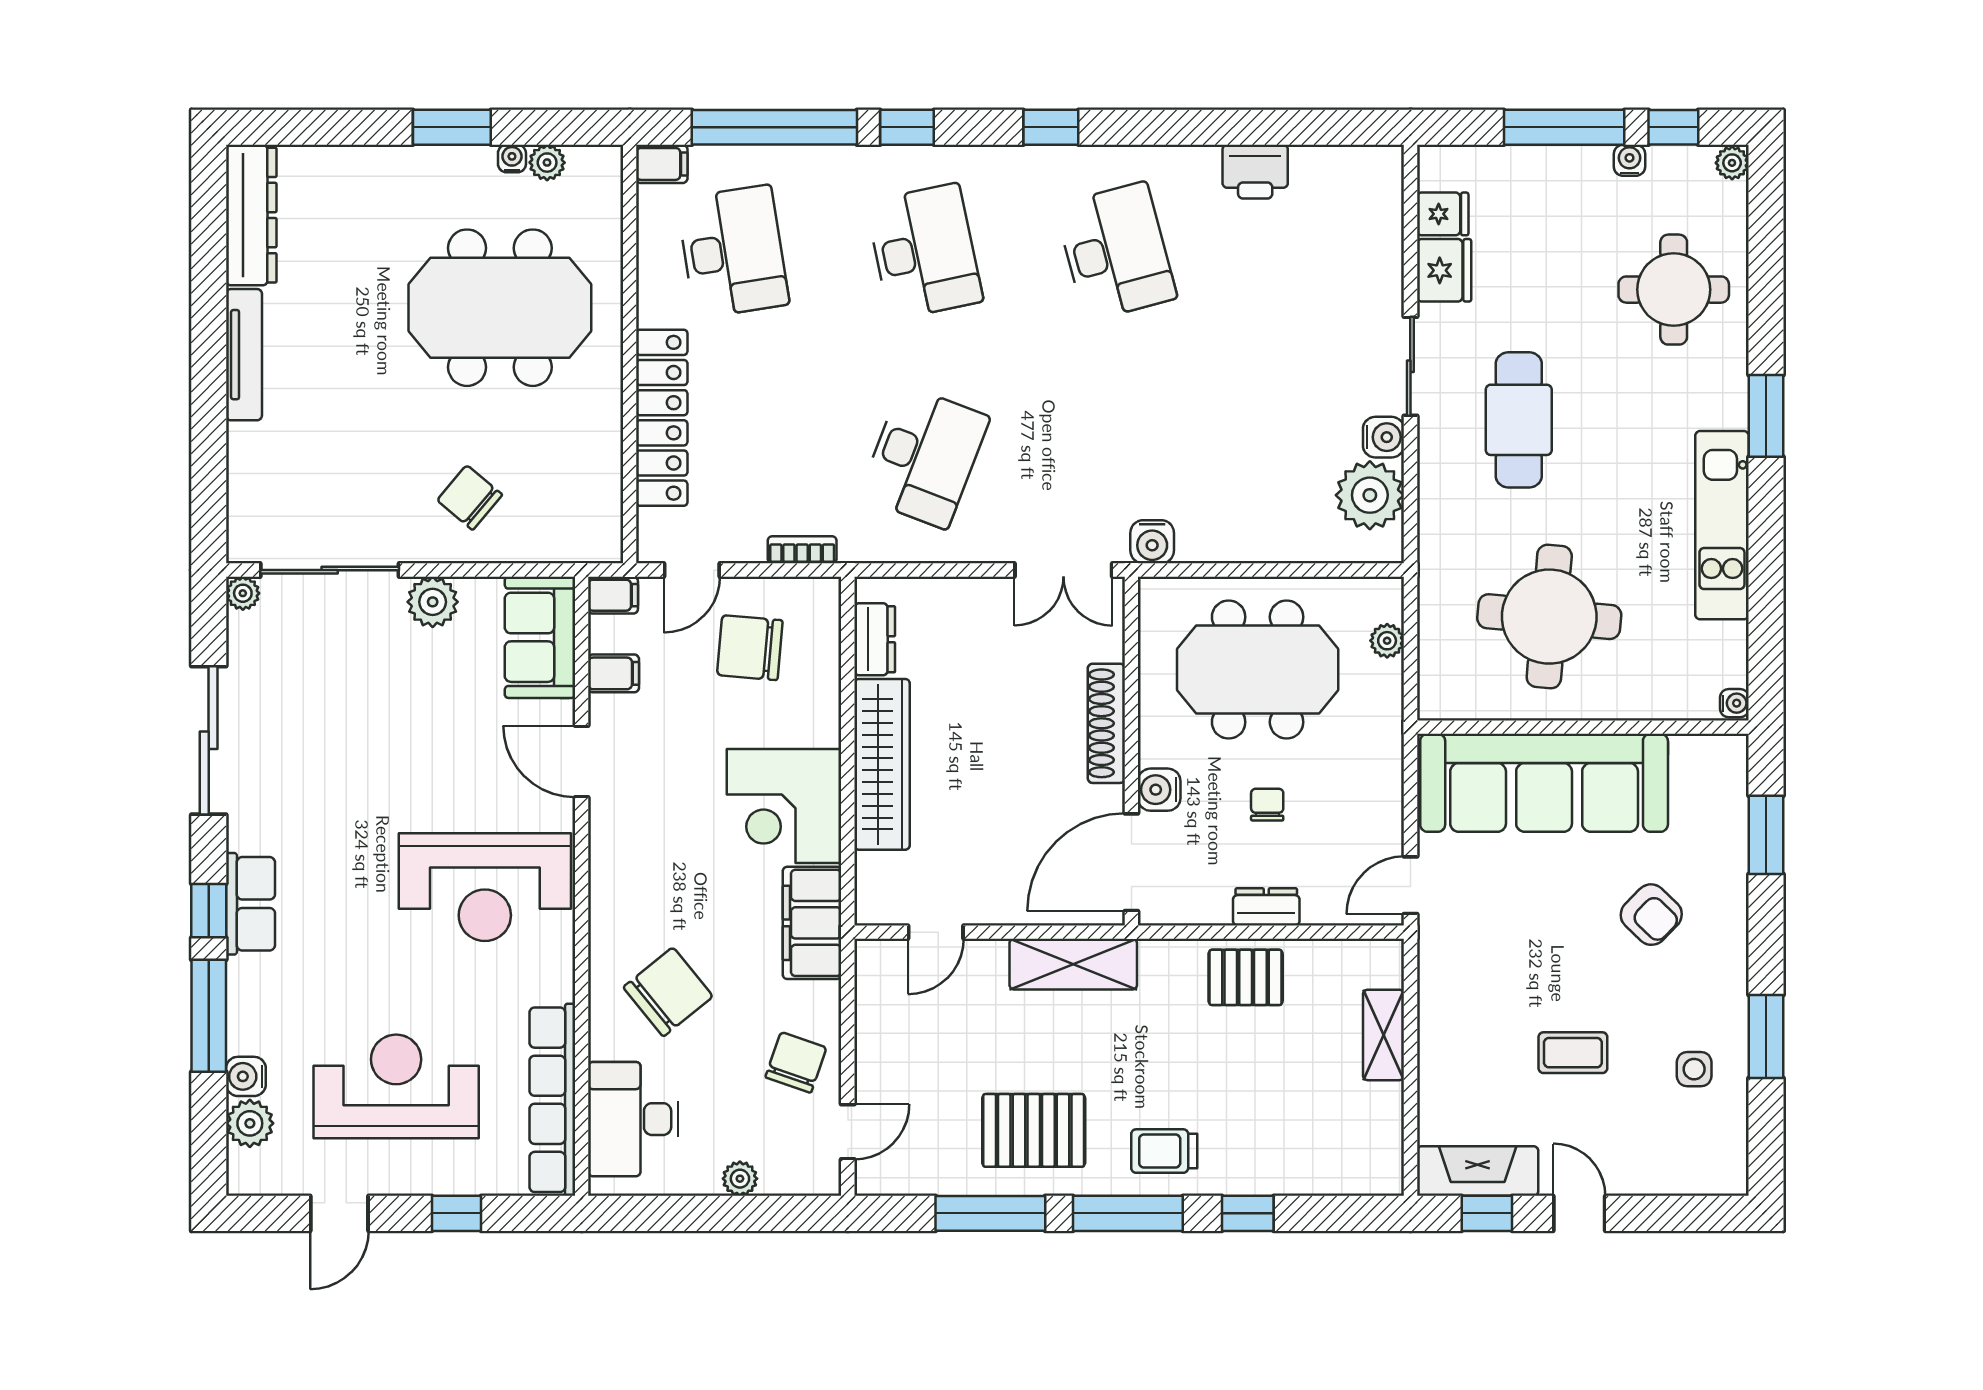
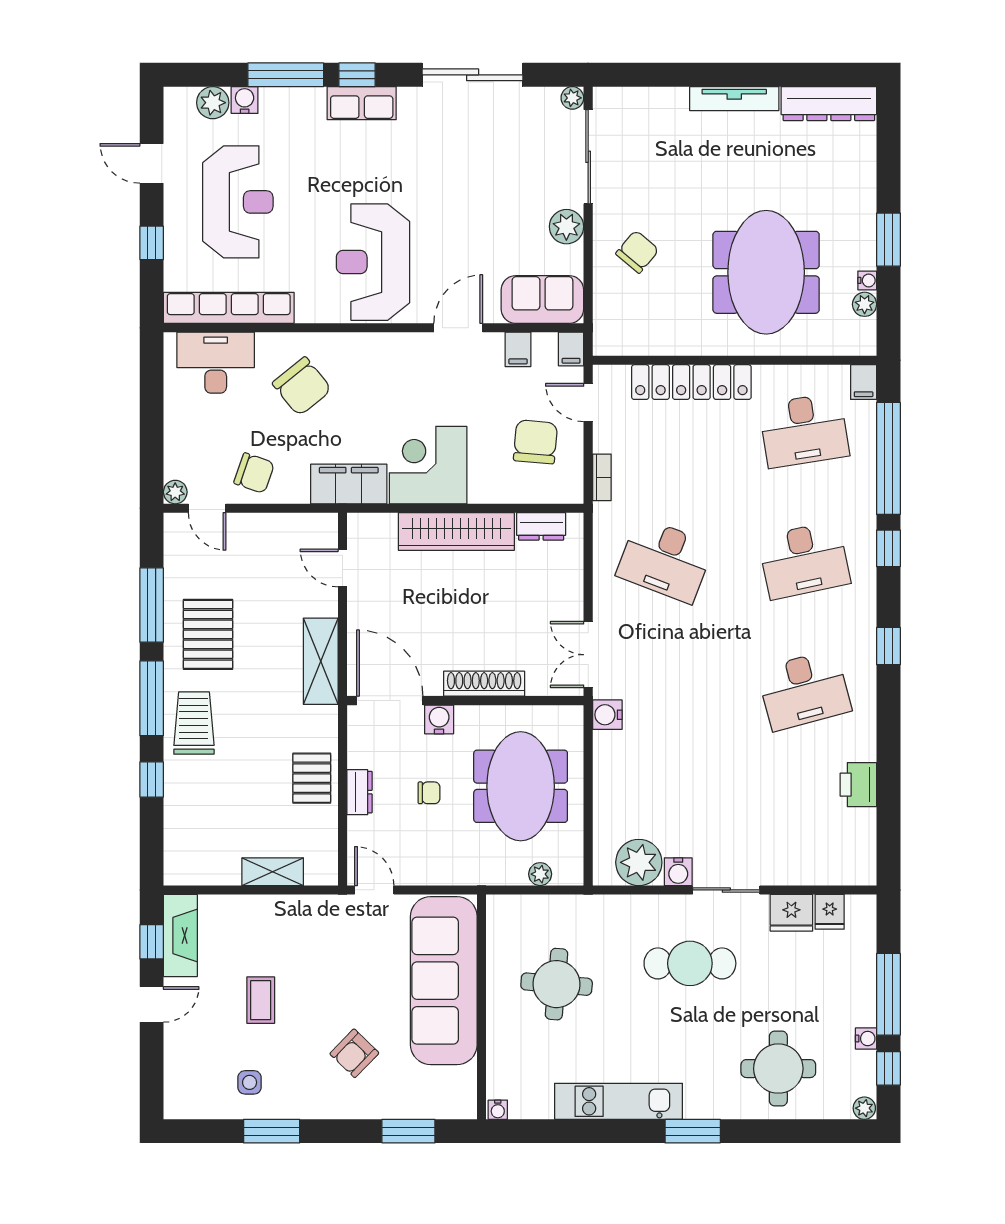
round table: (1549, 617) -> (557, 984), width x0.73, depth x0.73
trolley: (1164, 1151) -> (194, 723), width x1.36, depth x1.39
plant: (740, 1179) -> (175, 492), moved

